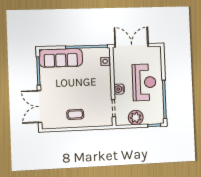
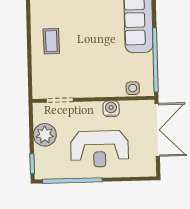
water cooler: (119, 89) -> (111, 109), moved

